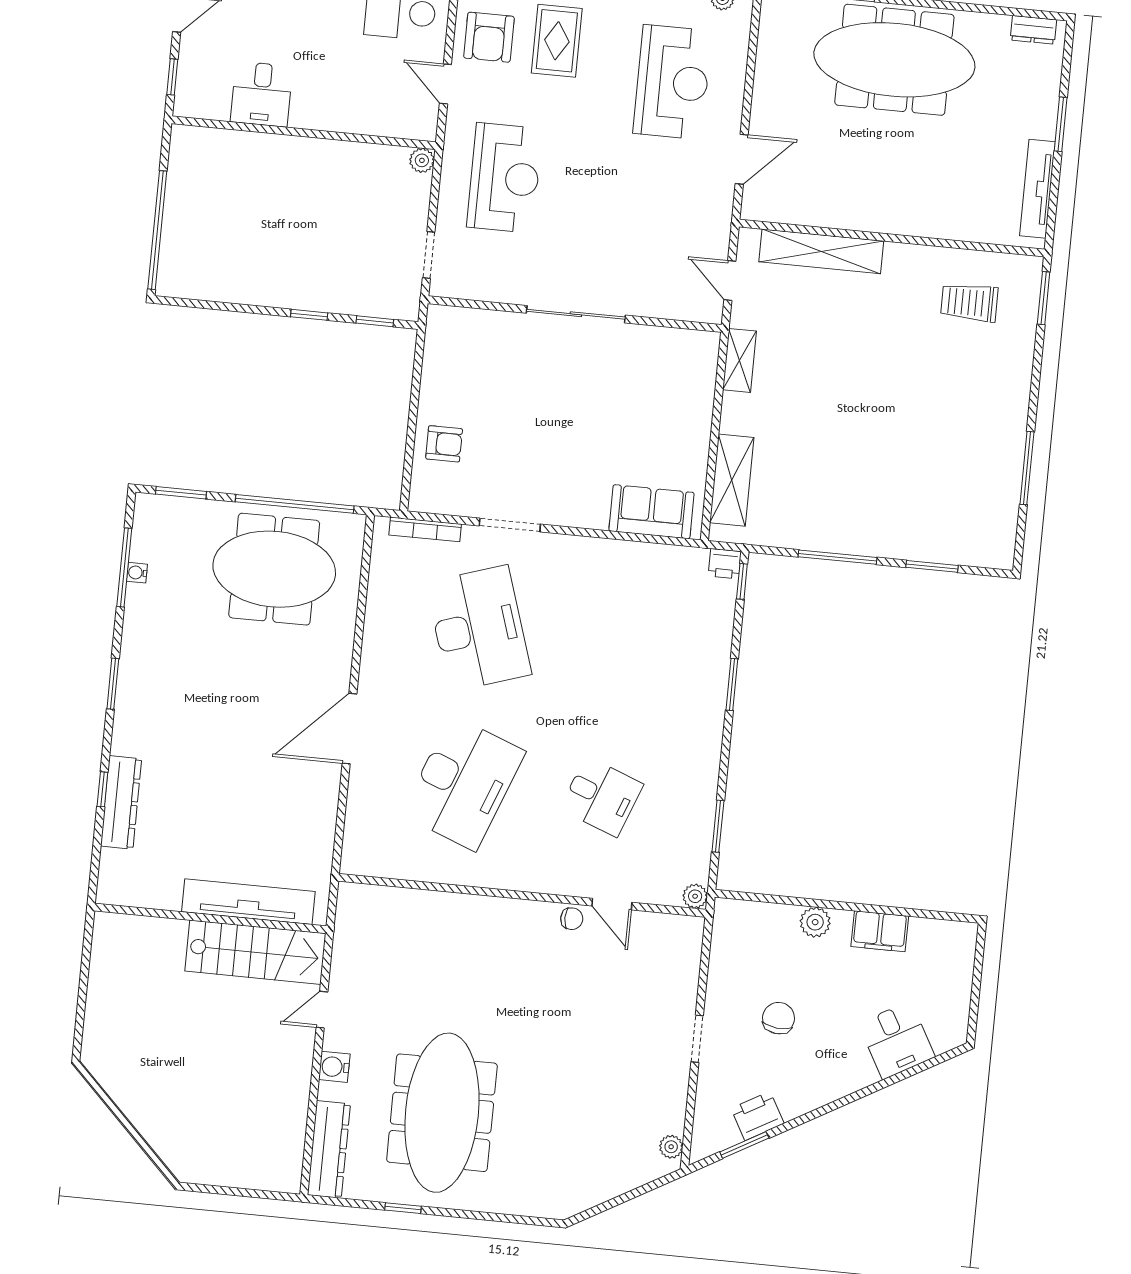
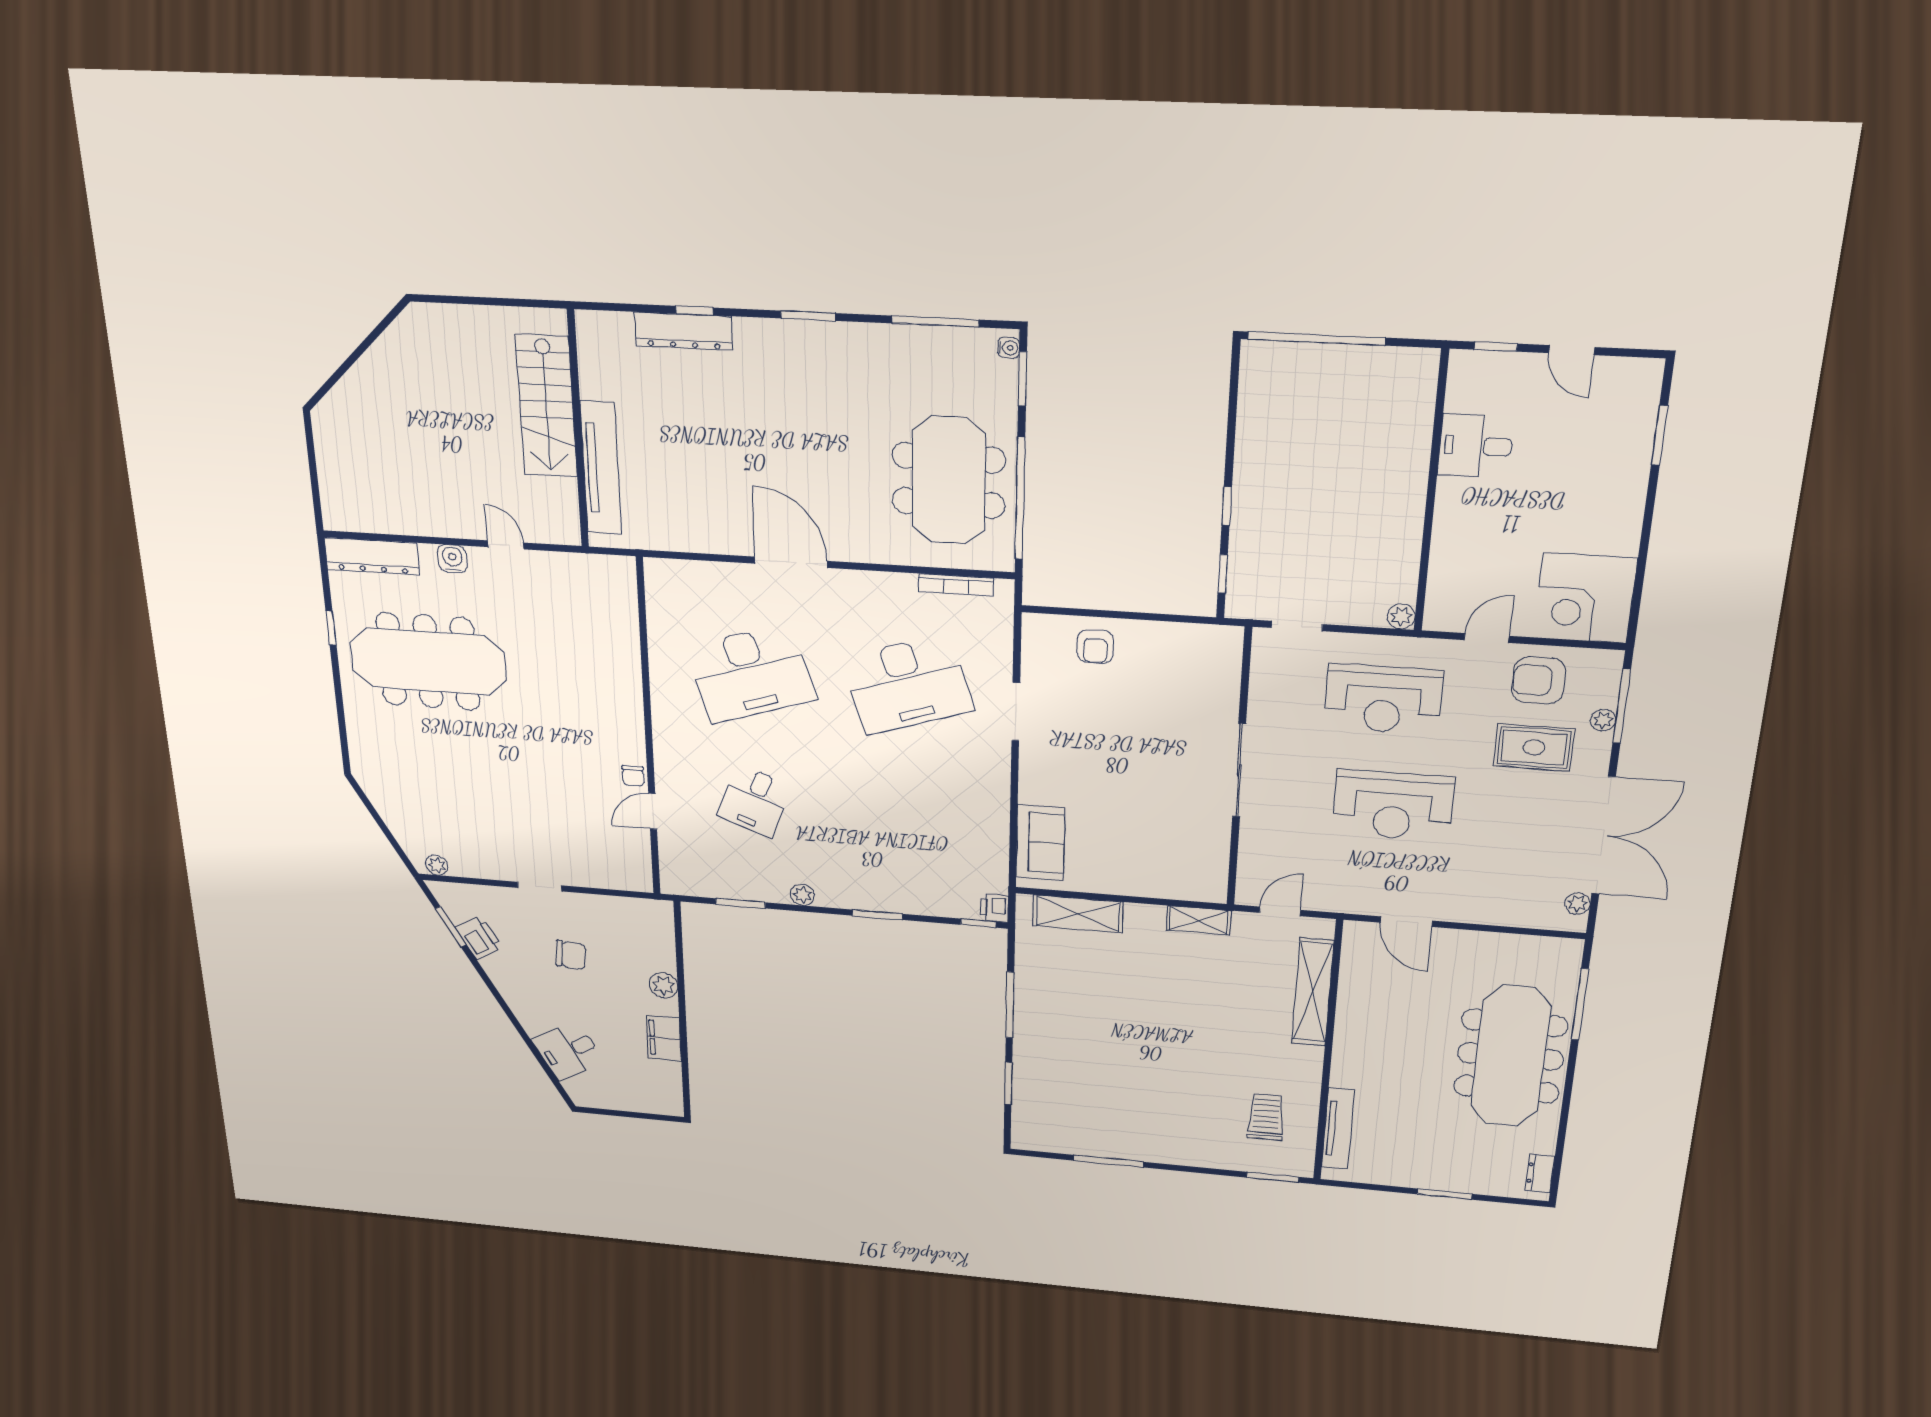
reception desk: (672, 82) -> (1393, 805), moved
tv unit: (1038, 189) -> (1338, 1129), moved, turned 90
bookcase: (425, 529) -> (956, 585), moved, turned -90
water cooler: (137, 573) -> (1009, 348), moved, turned 90
desk: (463, 783) -> (750, 674), turned -39
plant: (695, 896) -> (802, 895), moved
stairs: (255, 952) -> (546, 406), moved

